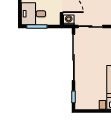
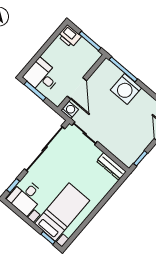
desk: (87, 97) -> (26, 197), added

